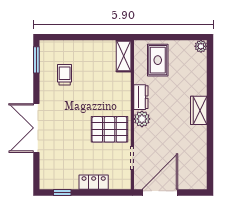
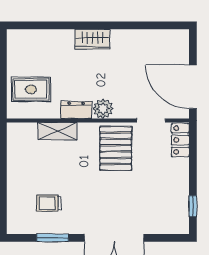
plant: (201, 46) -> (14, 37), removed
shelving: (124, 56) -> (57, 131), moved
window: (36, 60) -> (53, 238), moved
locker: (94, 182) -> (180, 140), moved

